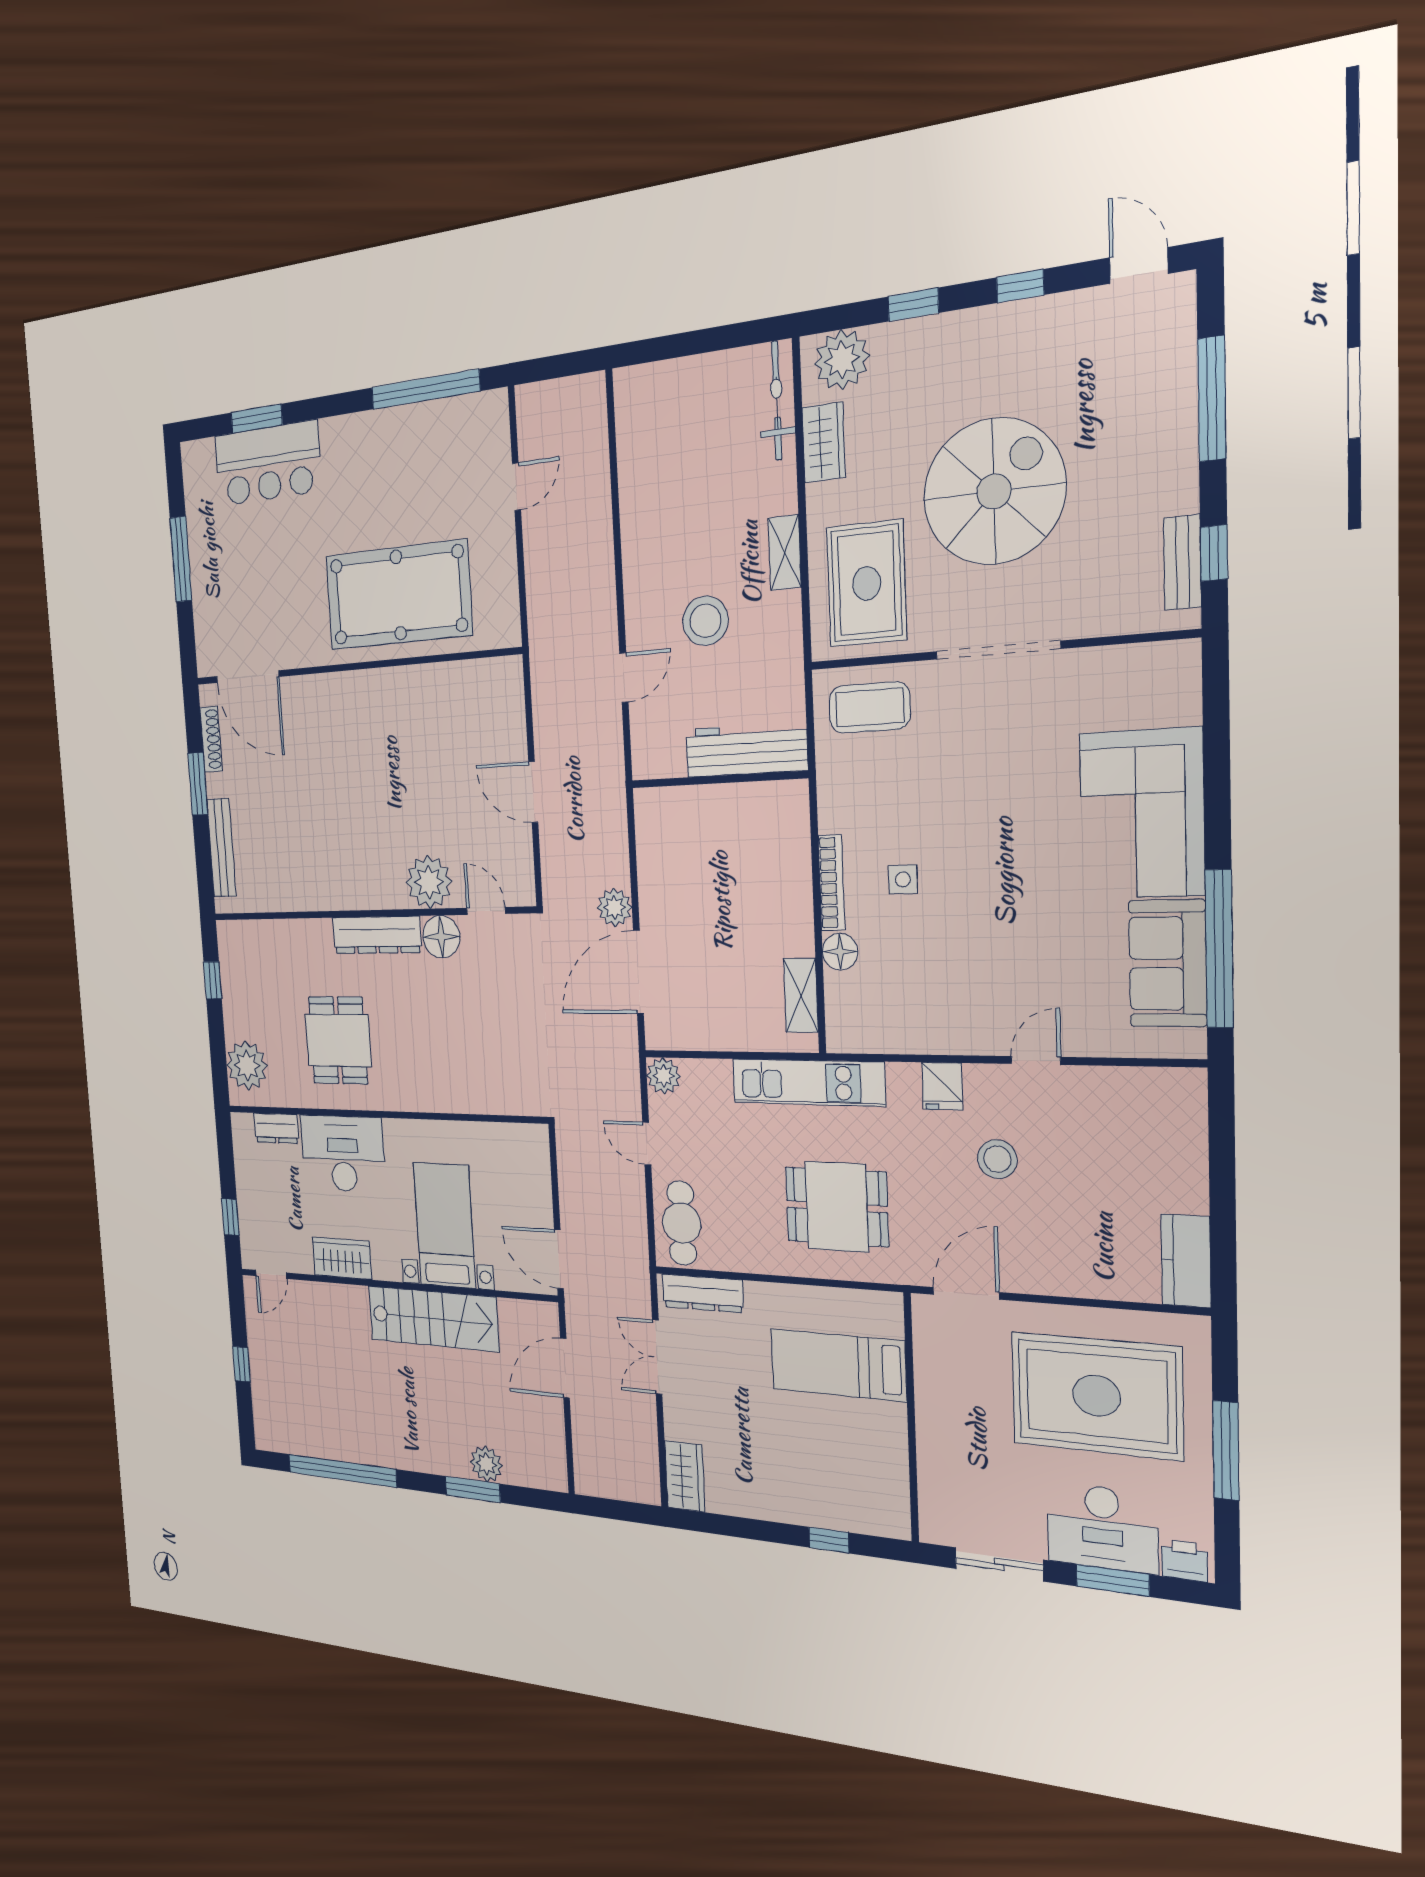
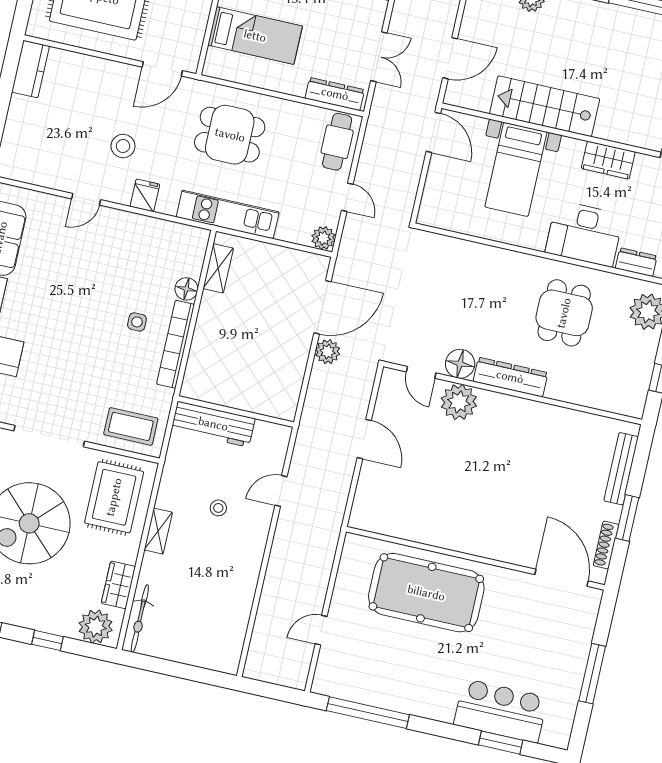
stool: (705, 621) -> (218, 508), width x0.53, depth x0.53
bookcase: (831, 883) -> (176, 344), width x1.48, depth x1.31

